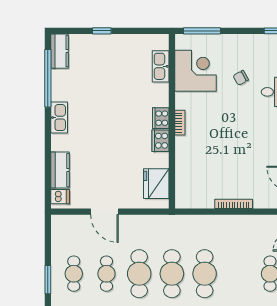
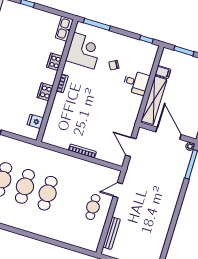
kitchen sink: (161, 66) -> (64, 29), moved
cooker: (161, 118) -> (54, 62), moved
fridge: (156, 184) -> (35, 121), width x0.53, depth x0.75

